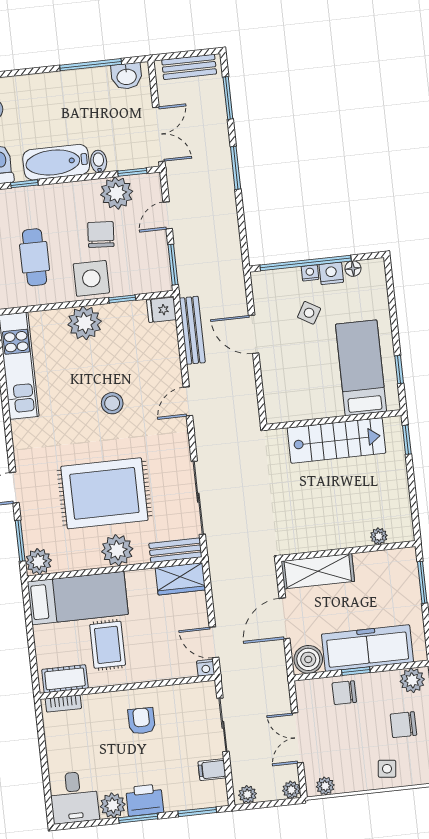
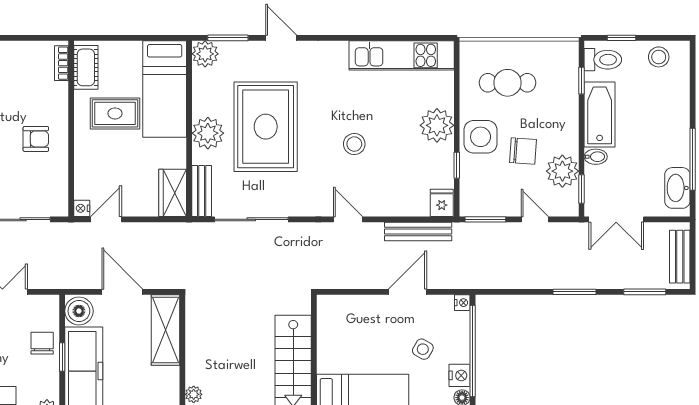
washbasin: (127, 76) -> (677, 188), width x1.38
nightstand: (310, 273) -> (462, 303), moved

